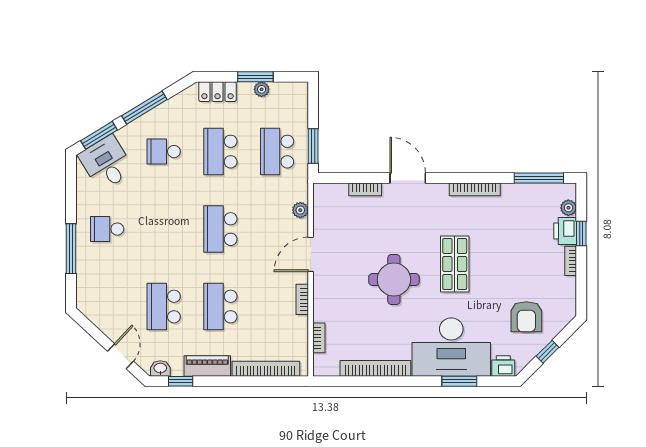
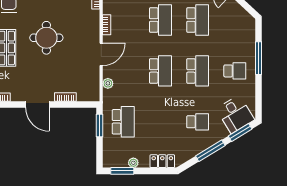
window: (255, 77) -> (122, 171), moved
school desk: (220, 152) -> (198, 71), moved

